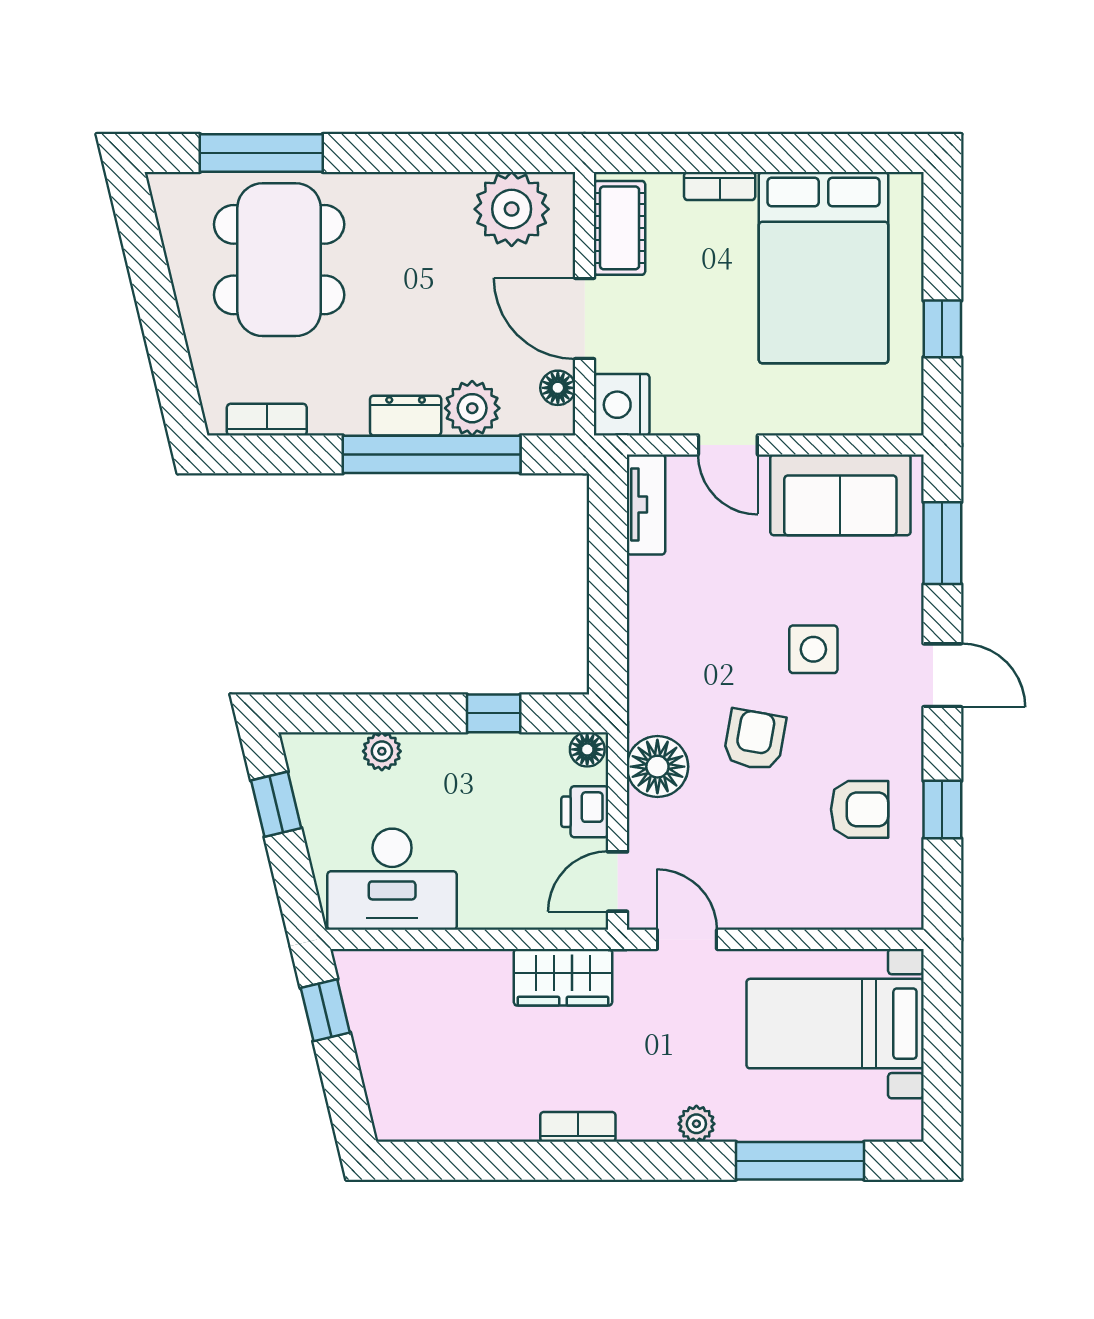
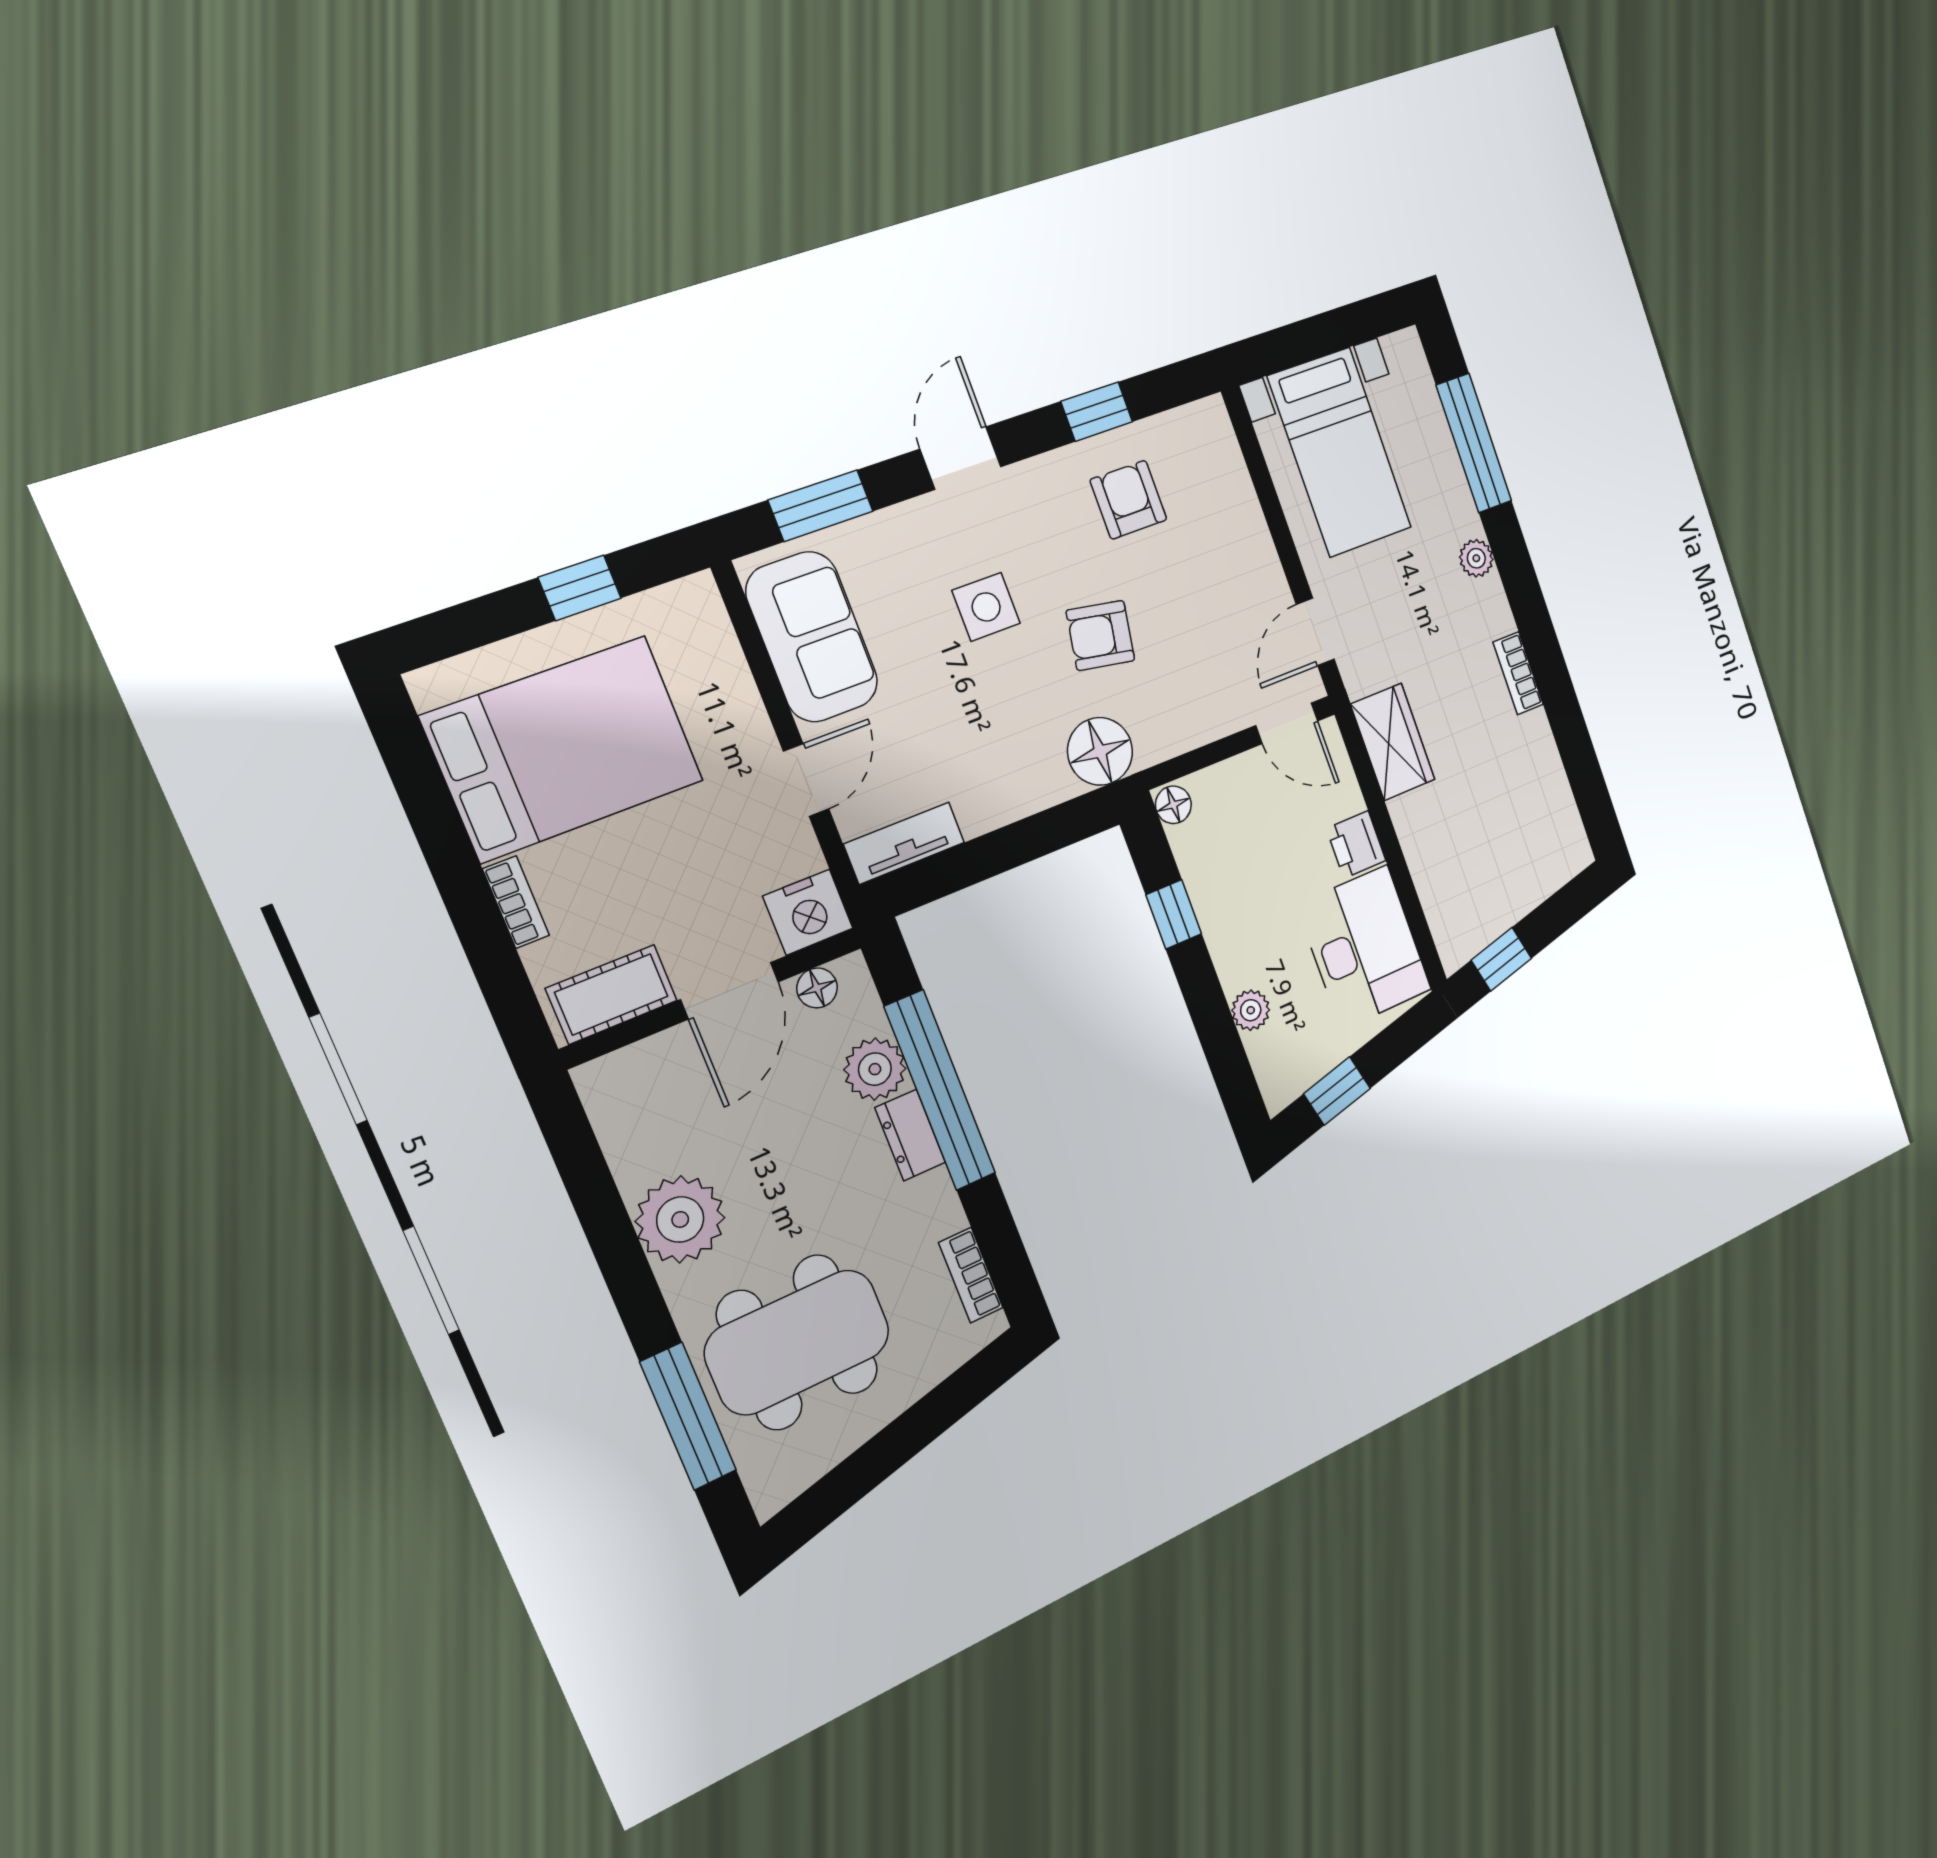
plant: (512, 209) -> (680, 1219), moved
floor lamp: (657, 767) -> (1100, 751), moved
printer: (585, 812) -> (1356, 845), moved, turned 90

